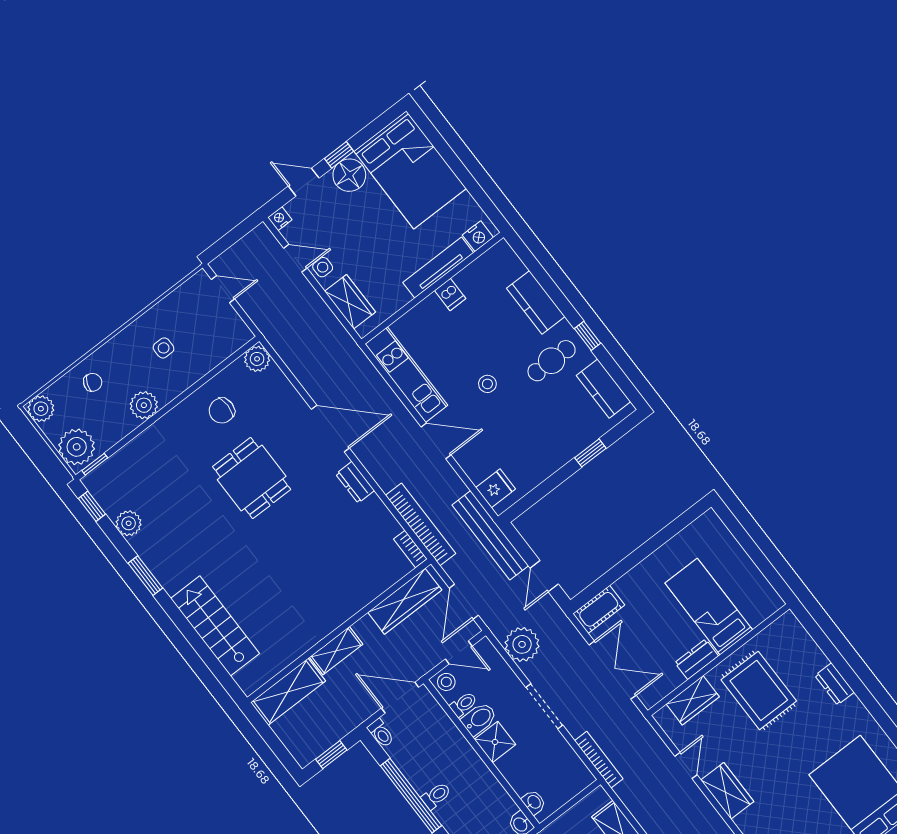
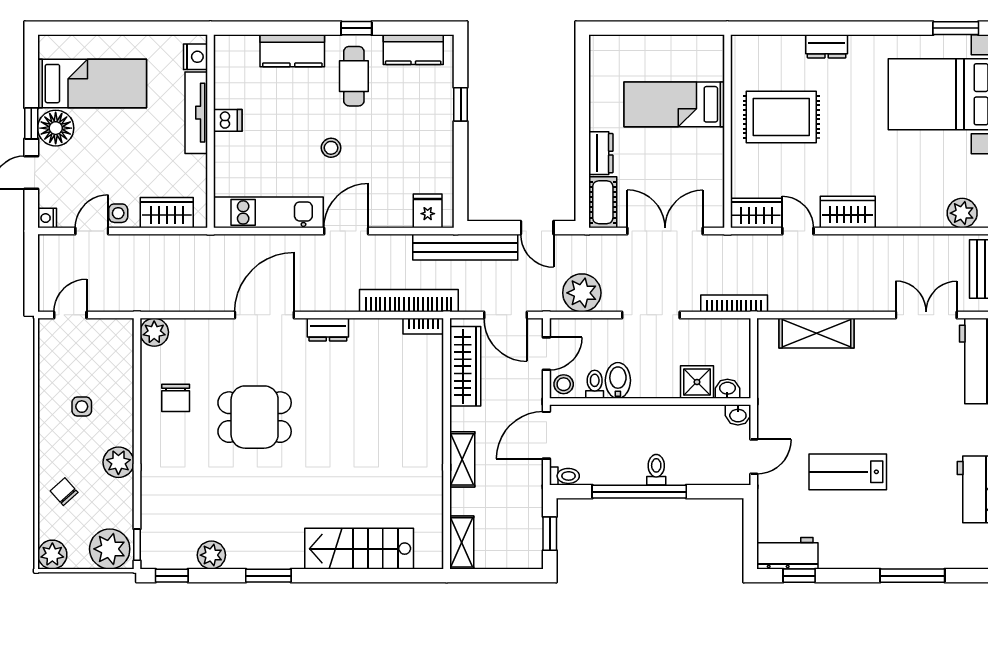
bed: (410, 170) -> (92, 84), width x0.67
chair: (93, 382) -> (64, 492), turned -64
dresser: (697, 659) -> (601, 153), moved, turned 180
shelving: (288, 692) -> (462, 542), width x0.67, depth x0.75
wardrobe: (693, 700) -> (756, 213), moved, turned -90
shower: (495, 742) -> (697, 382), moved

